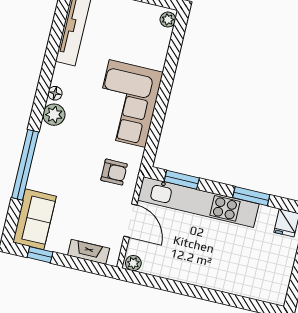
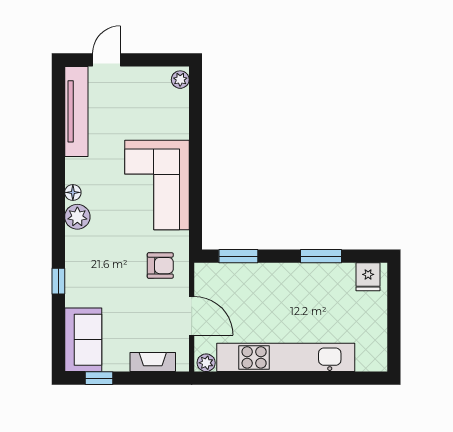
window: (25, 165) -> (58, 281), width x0.32
kitchen unit: (198, 202) -> (286, 357), moved, turned 180

